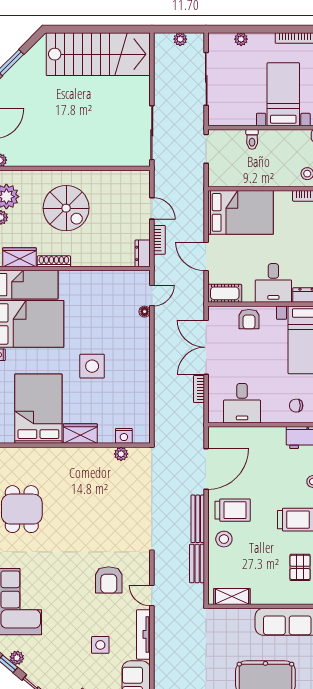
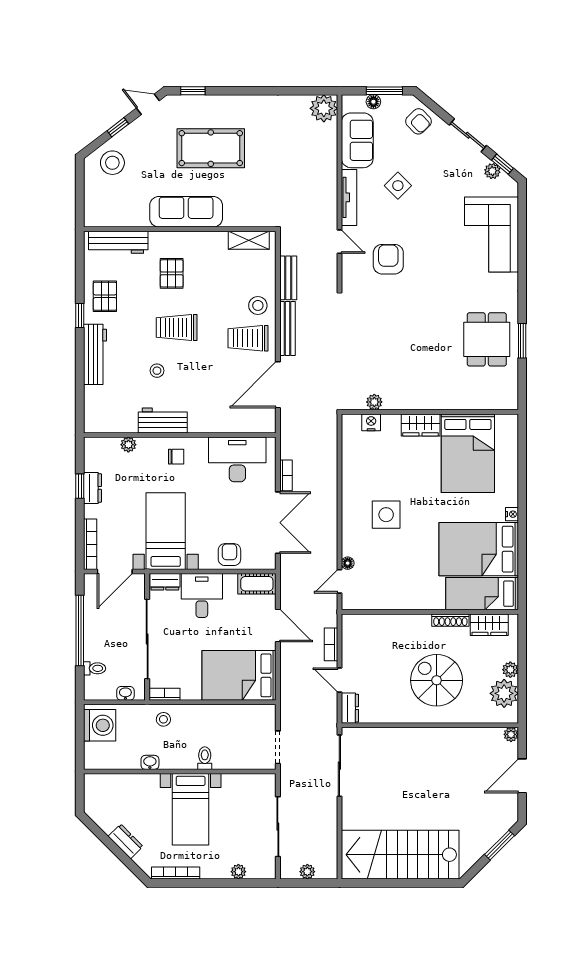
toilet: (252, 139) -> (205, 758), moved
dresser: (143, 253) -> (350, 708), moved
side table: (92, 366) -> (386, 515), moved
desk: (242, 403) -> (237, 459), width x1.37
side table: (100, 645) -> (398, 186), turned 45

